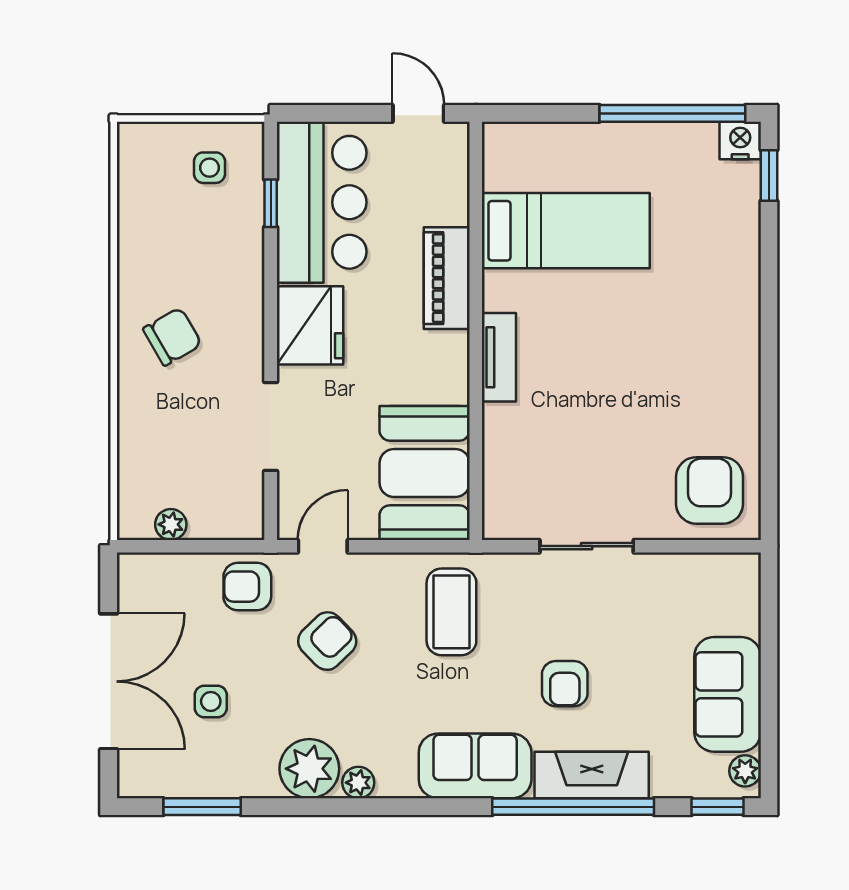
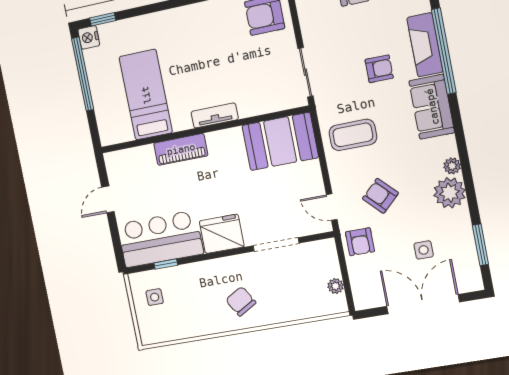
bed: (566, 231) -> (146, 95), moved
piano: (447, 278) -> (181, 149), moved
wall: (476, 331) -> (204, 130), moved
tv unit: (499, 357) -> (215, 115), moved
booth: (425, 473) -> (280, 142), moved

